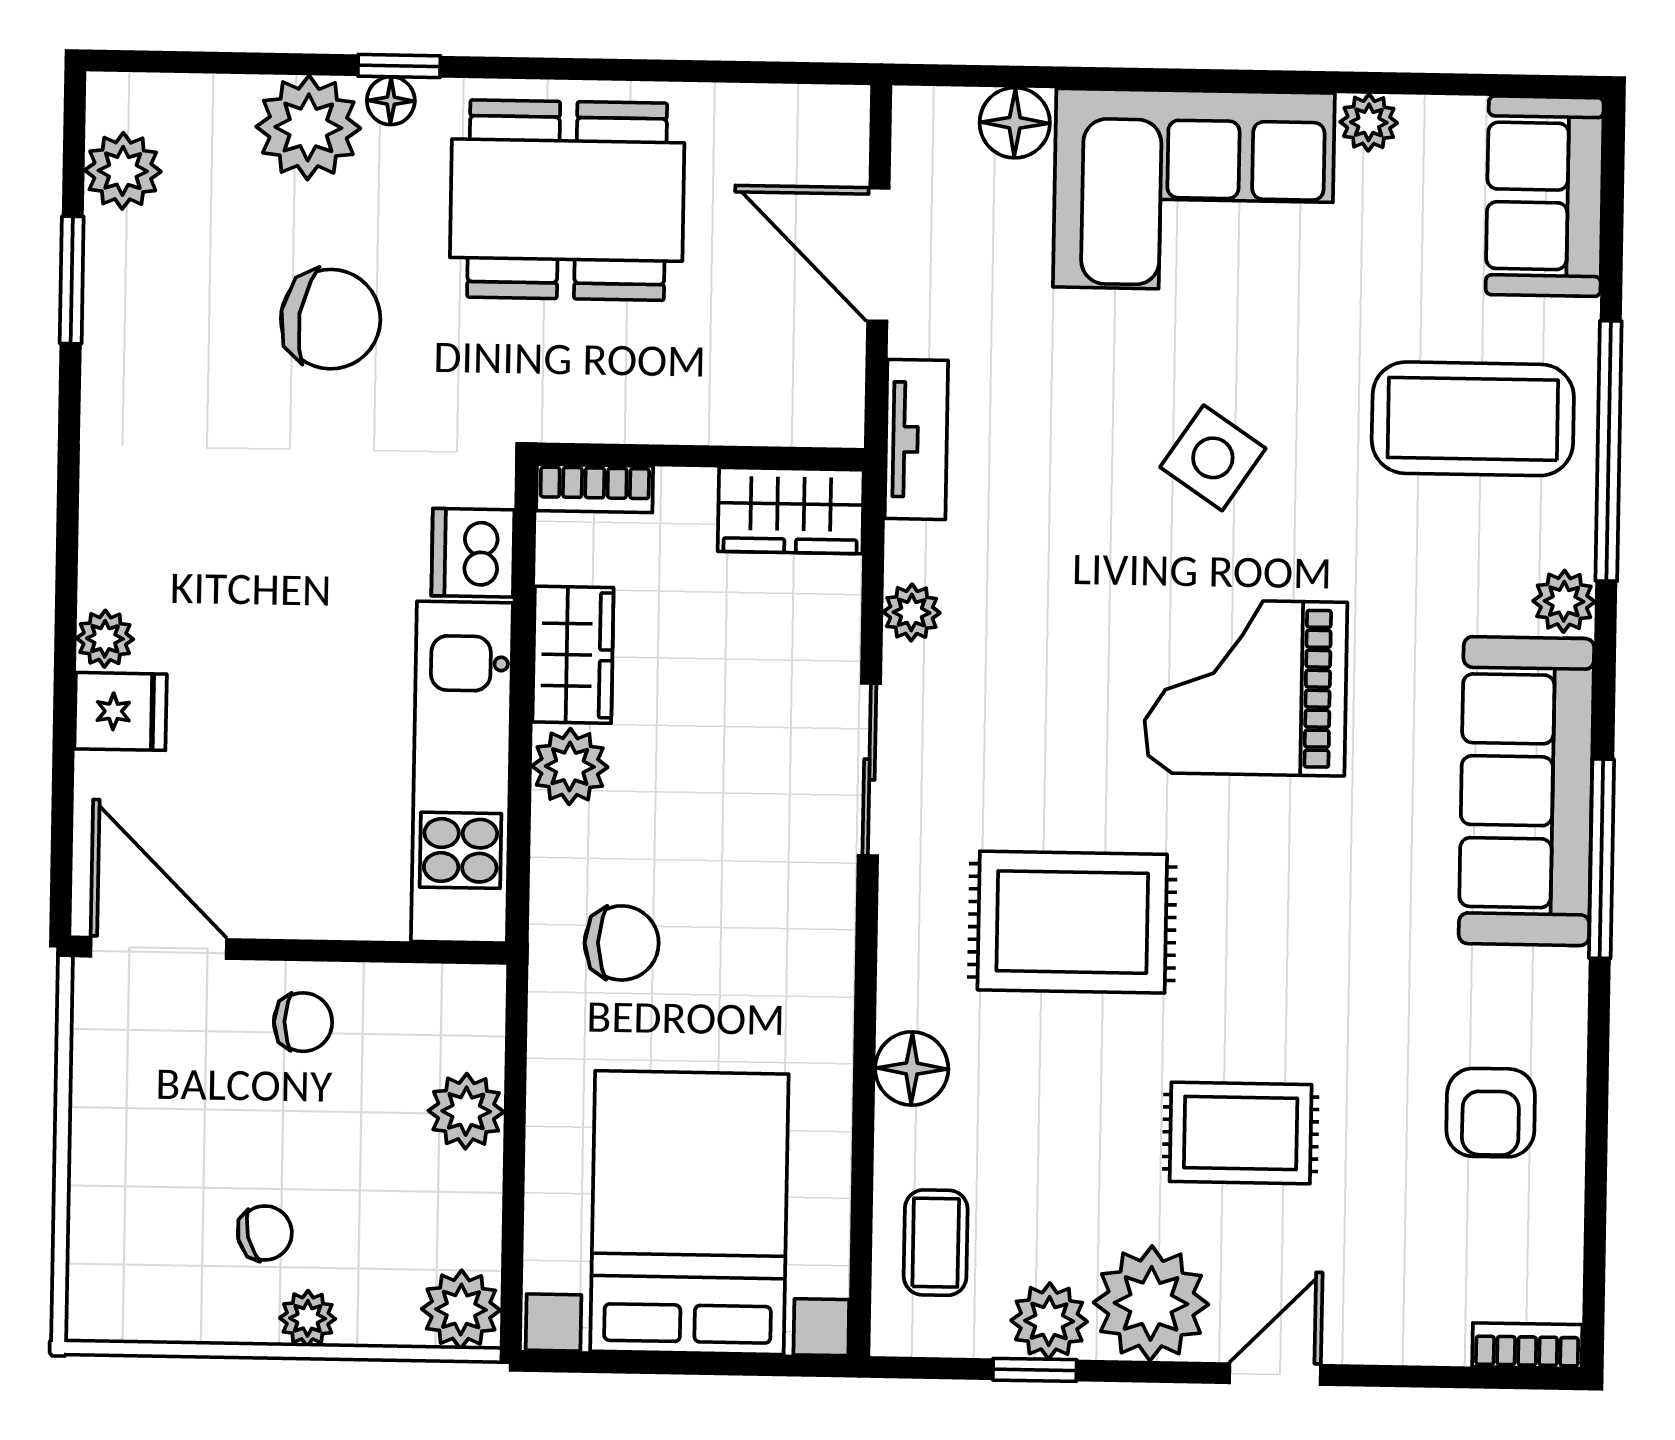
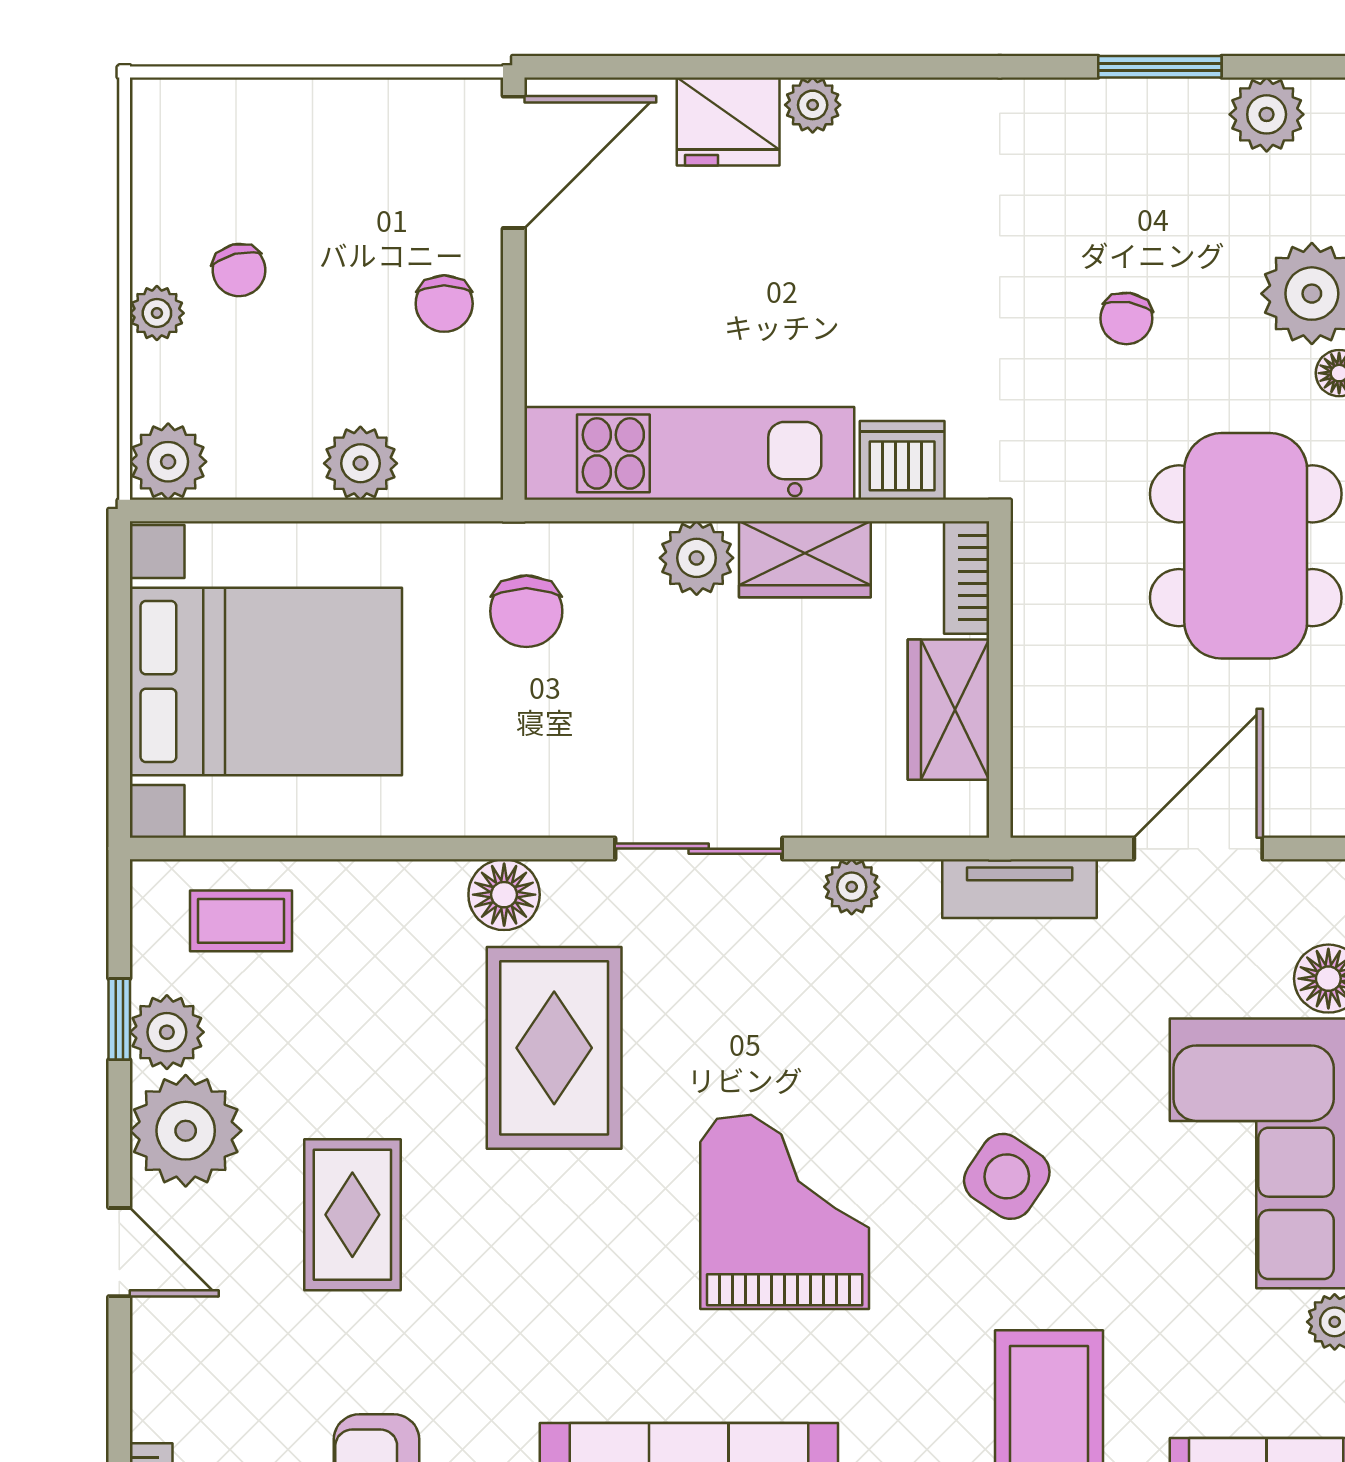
chair: (331, 319) -> (1126, 318), width x0.54, depth x0.54
wardrobe: (791, 511) -> (948, 710), moved
fridge: (121, 711) -> (728, 121), width x1.38
floor lamp: (912, 1068) -> (504, 895), moved

